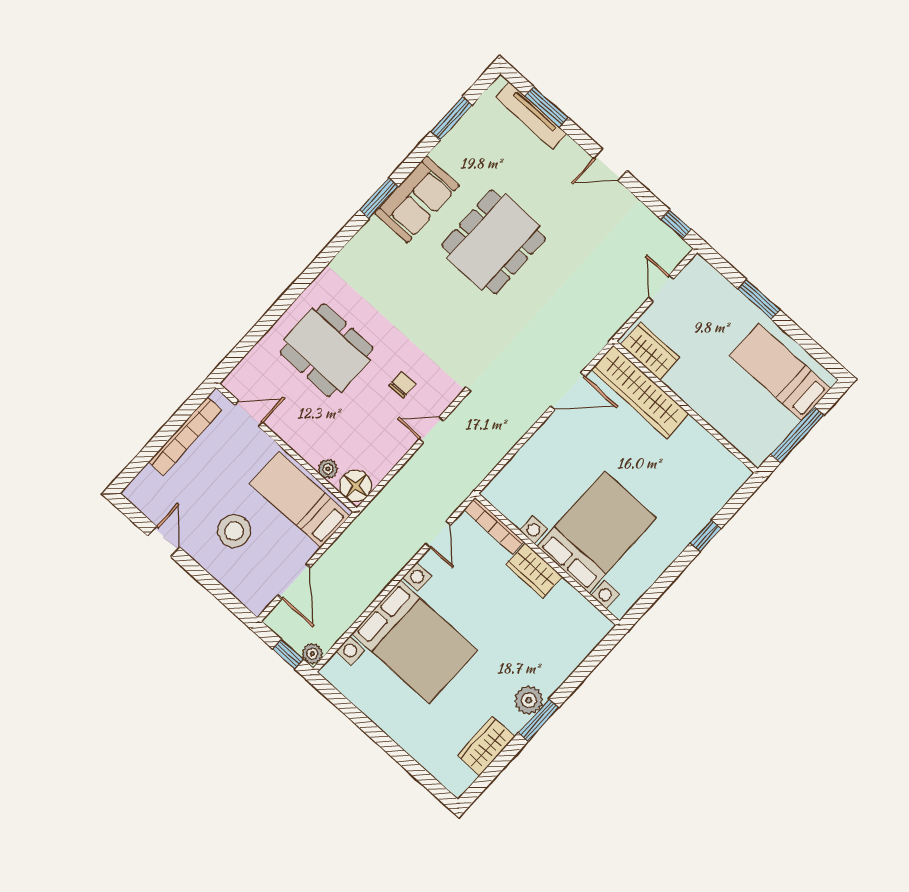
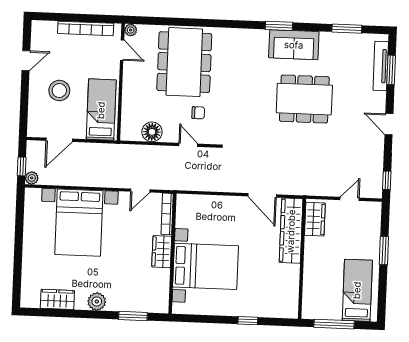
dining table: (327, 350) -> (184, 62), width x1.36, depth x1.24
plant: (328, 469) -> (131, 30), moved
floor lamp: (356, 486) -> (152, 132), moved
window: (539, 720) -> (133, 316), moved

